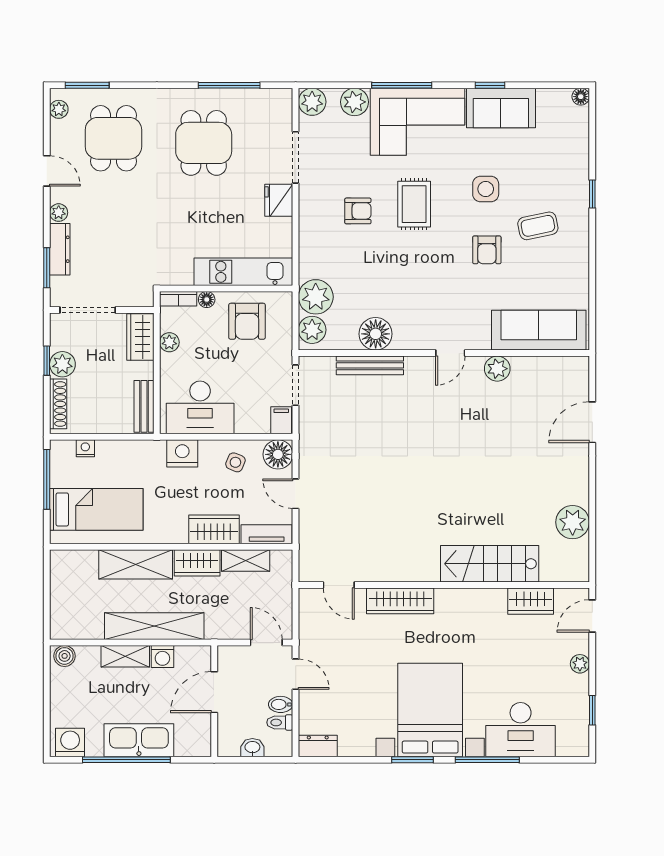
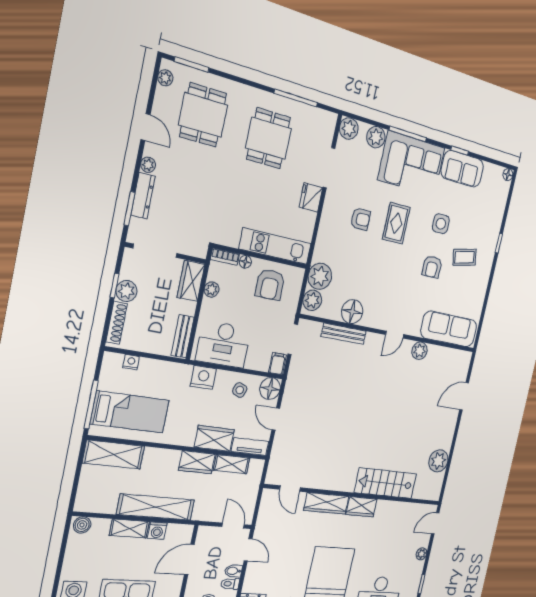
window: (47, 479) -> (91, 405), moved
shelving: (136, 564) -> (114, 454), moved
wardrobe: (531, 601) -> (362, 507), moved

